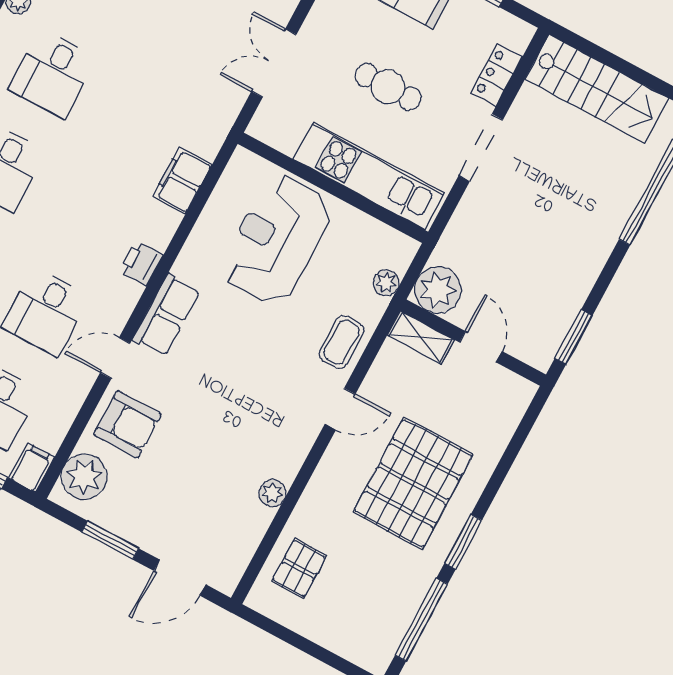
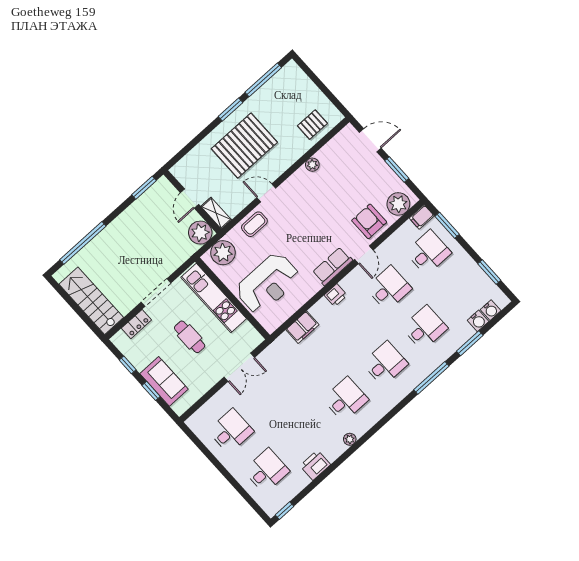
plant: (386, 283) -> (223, 253), width x1.87, depth x1.87
door: (115, 358) -> (364, 255), hinge flipped

